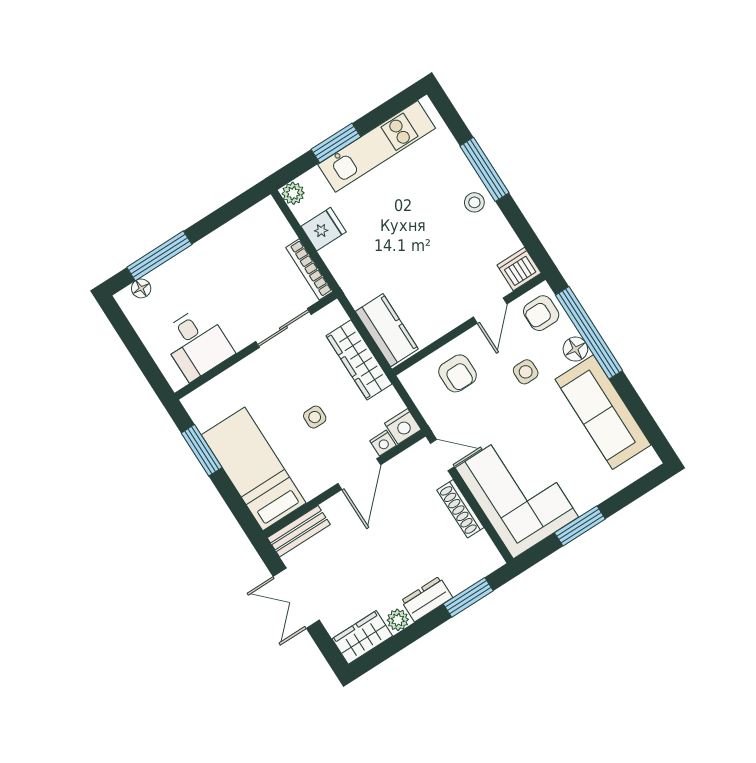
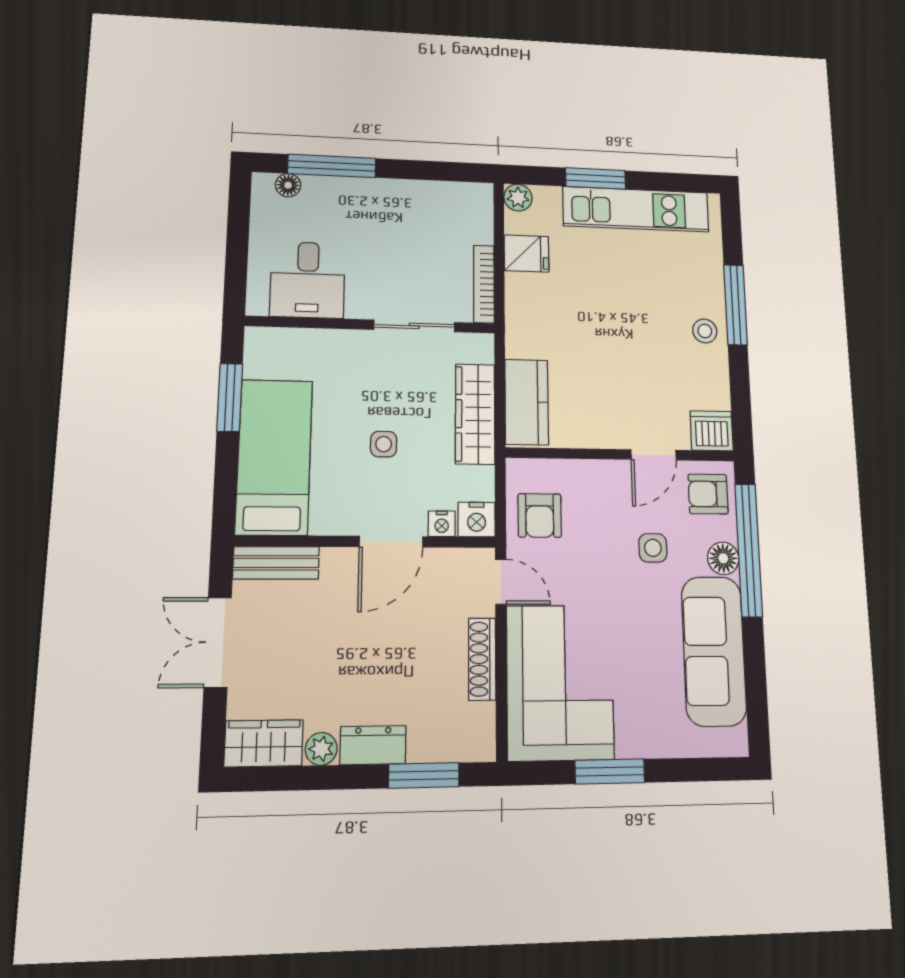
armchair: (458, 373) -> (540, 515), moved

